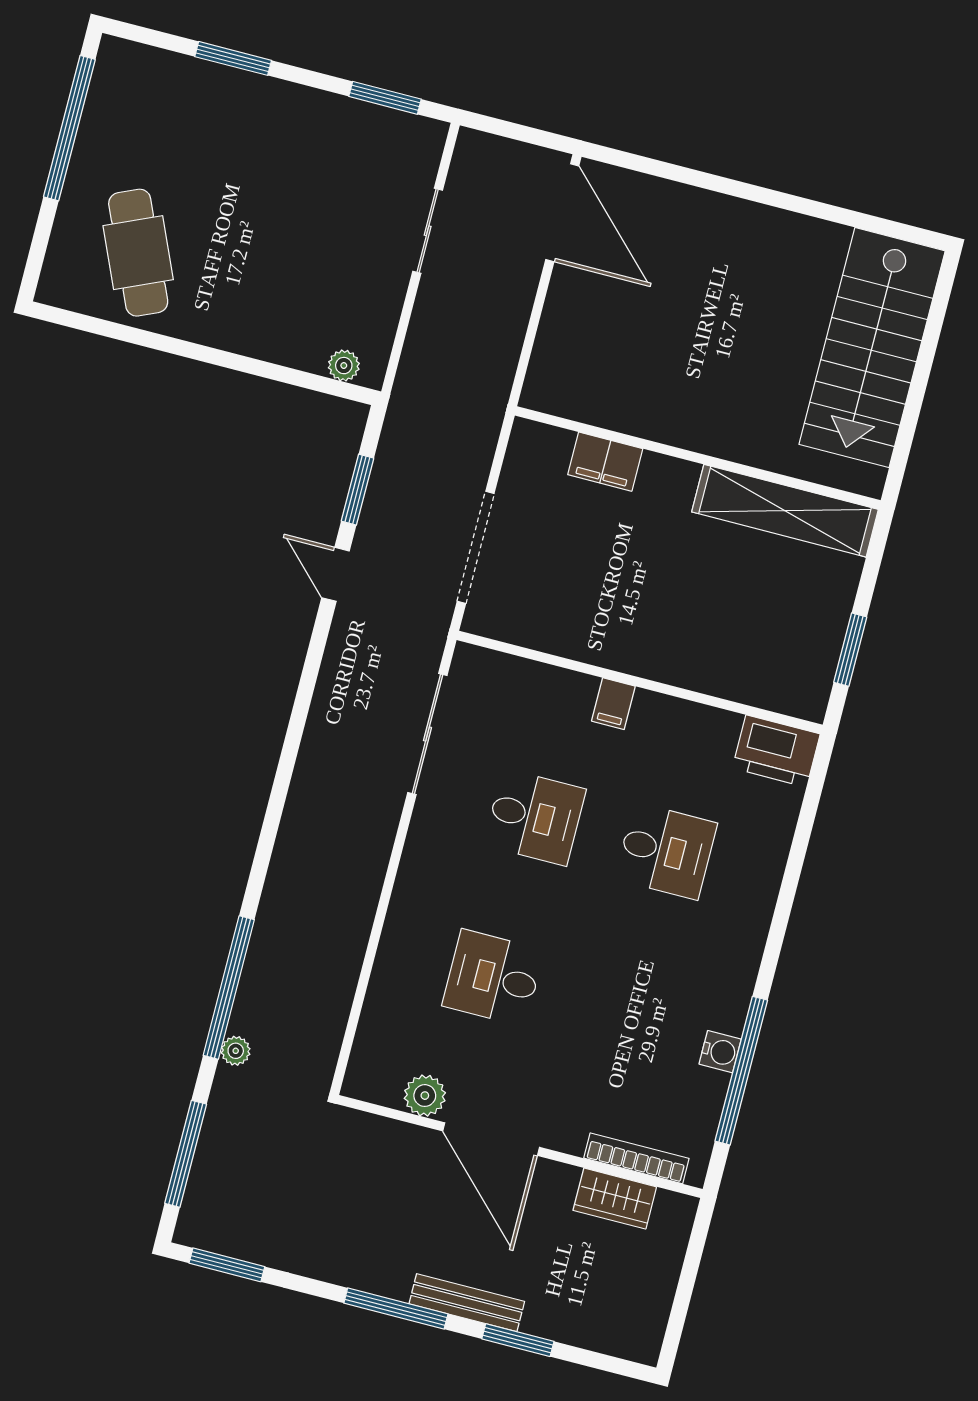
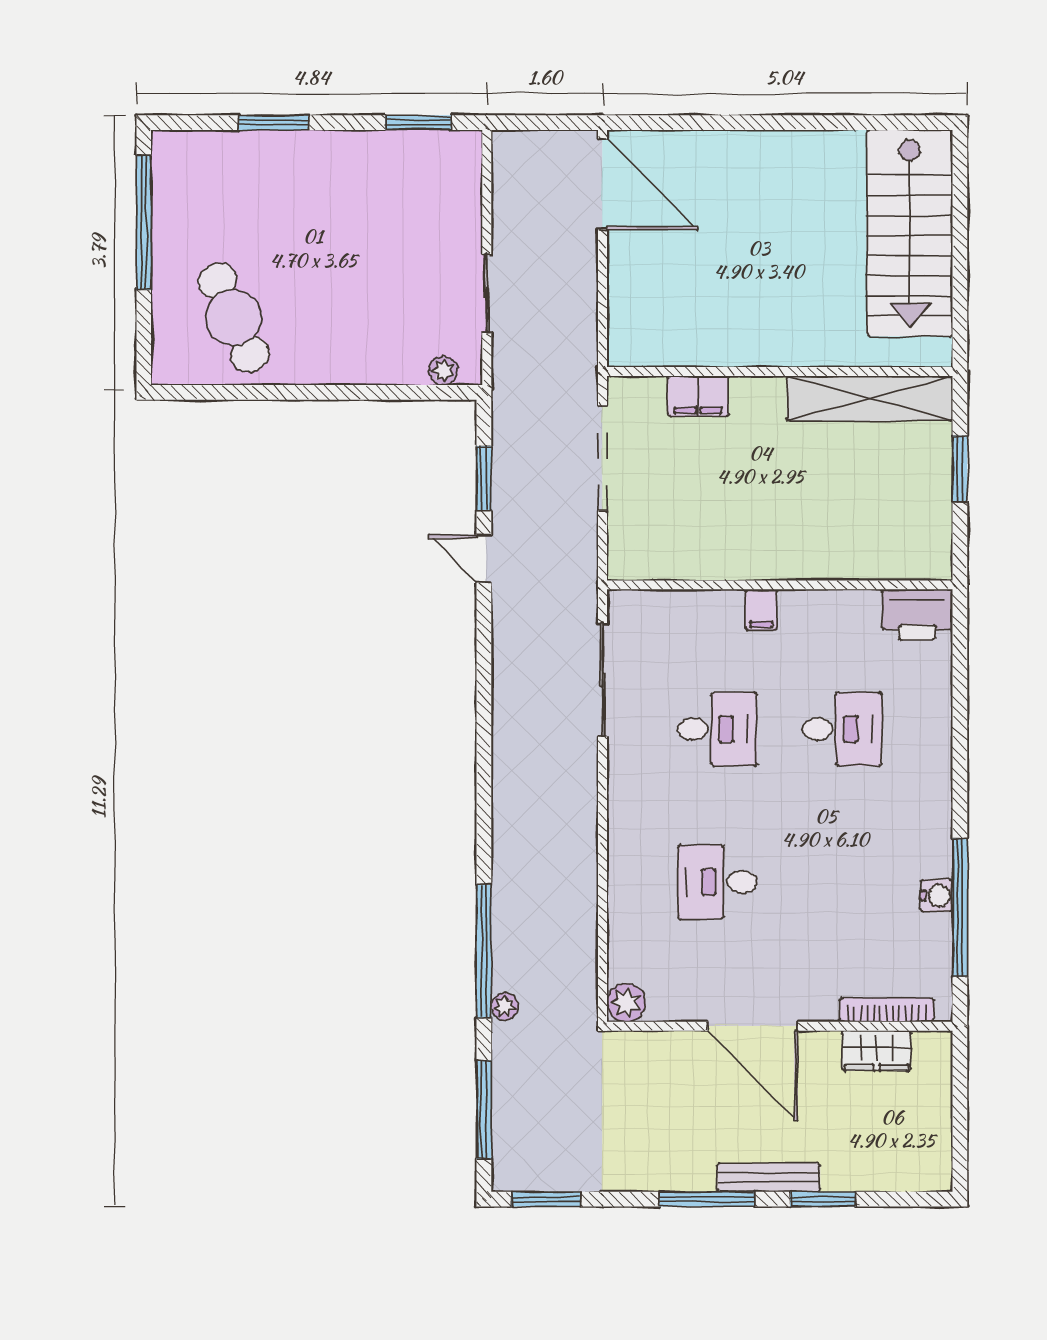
sliding door: (428, 231) -> (487, 293), moved
doorway: (476, 547) -> (602, 458), moved
window: (850, 650) -> (960, 469), moved
plant: (425, 1096) -> (626, 1003), moved

